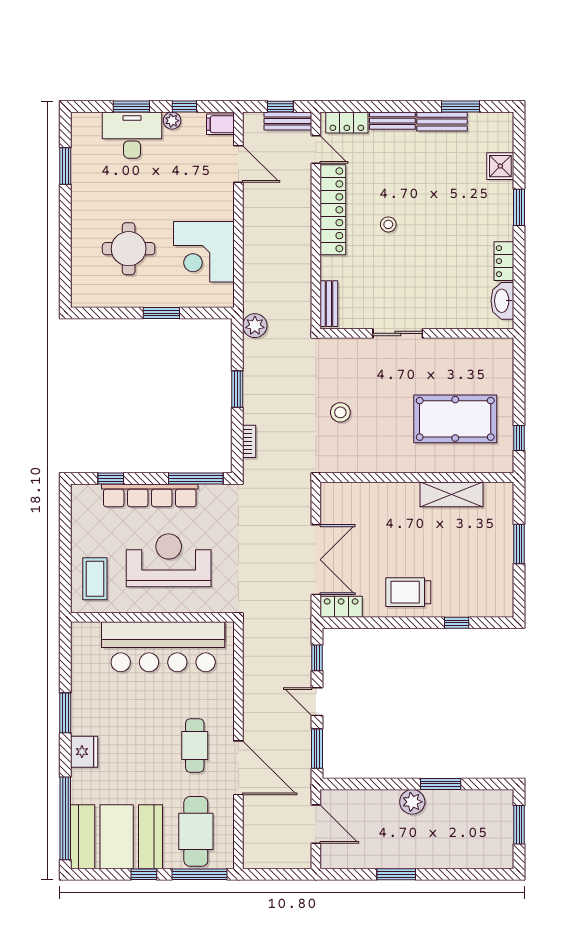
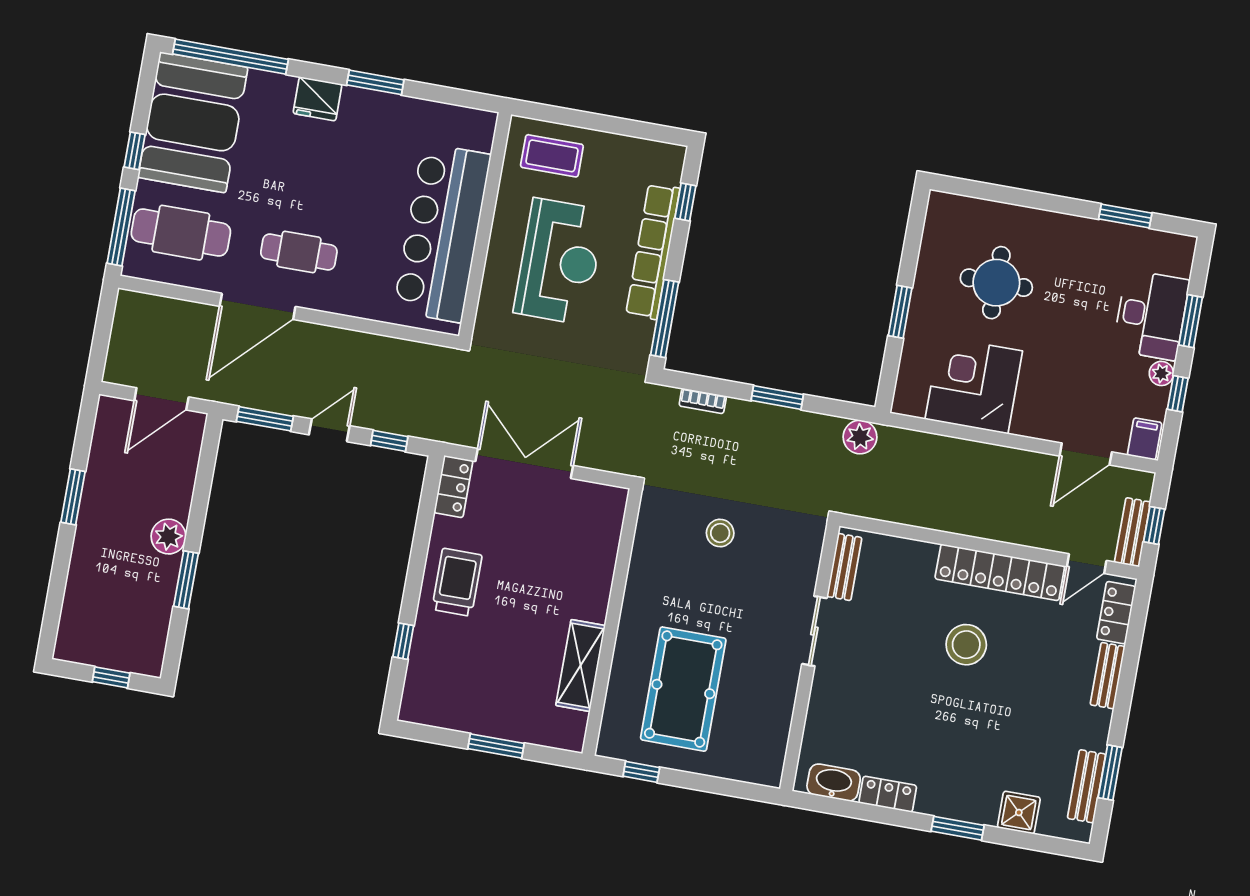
bench: (442, 122) -> (1087, 786), moved
stool: (388, 224) -> (966, 645), width x1.89, depth x1.89
bench: (329, 304) -> (844, 567), moved, turned 90
double door: (316, 560) -> (524, 463), swing flipped
window: (519, 825) -> (111, 677), width x0.67

